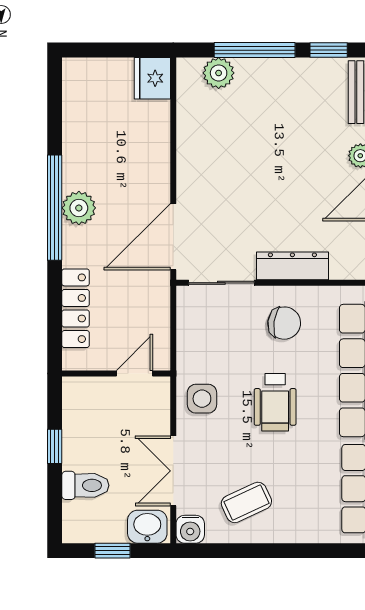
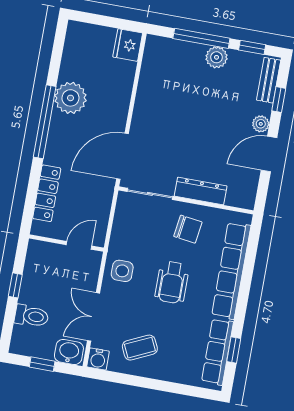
plant: (219, 73) -> (217, 57), moved
plant: (79, 208) -> (70, 98), moved, width x1.36, depth x1.36

